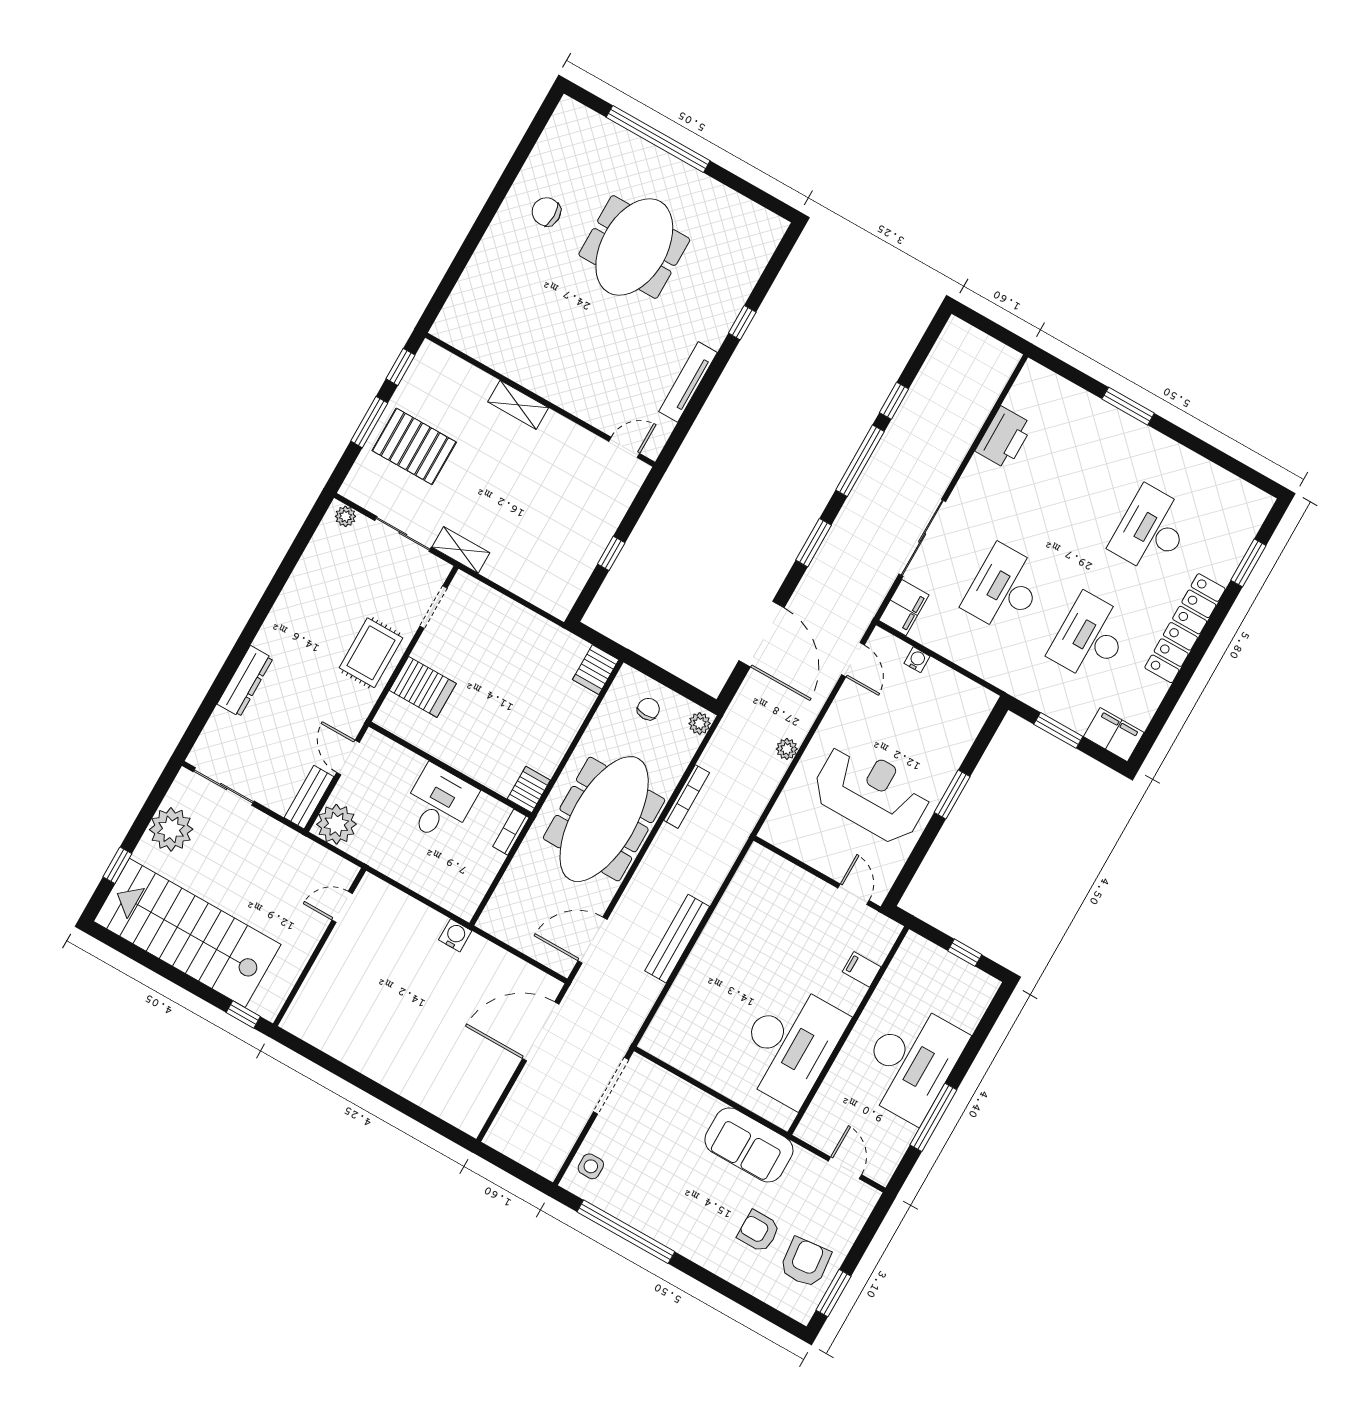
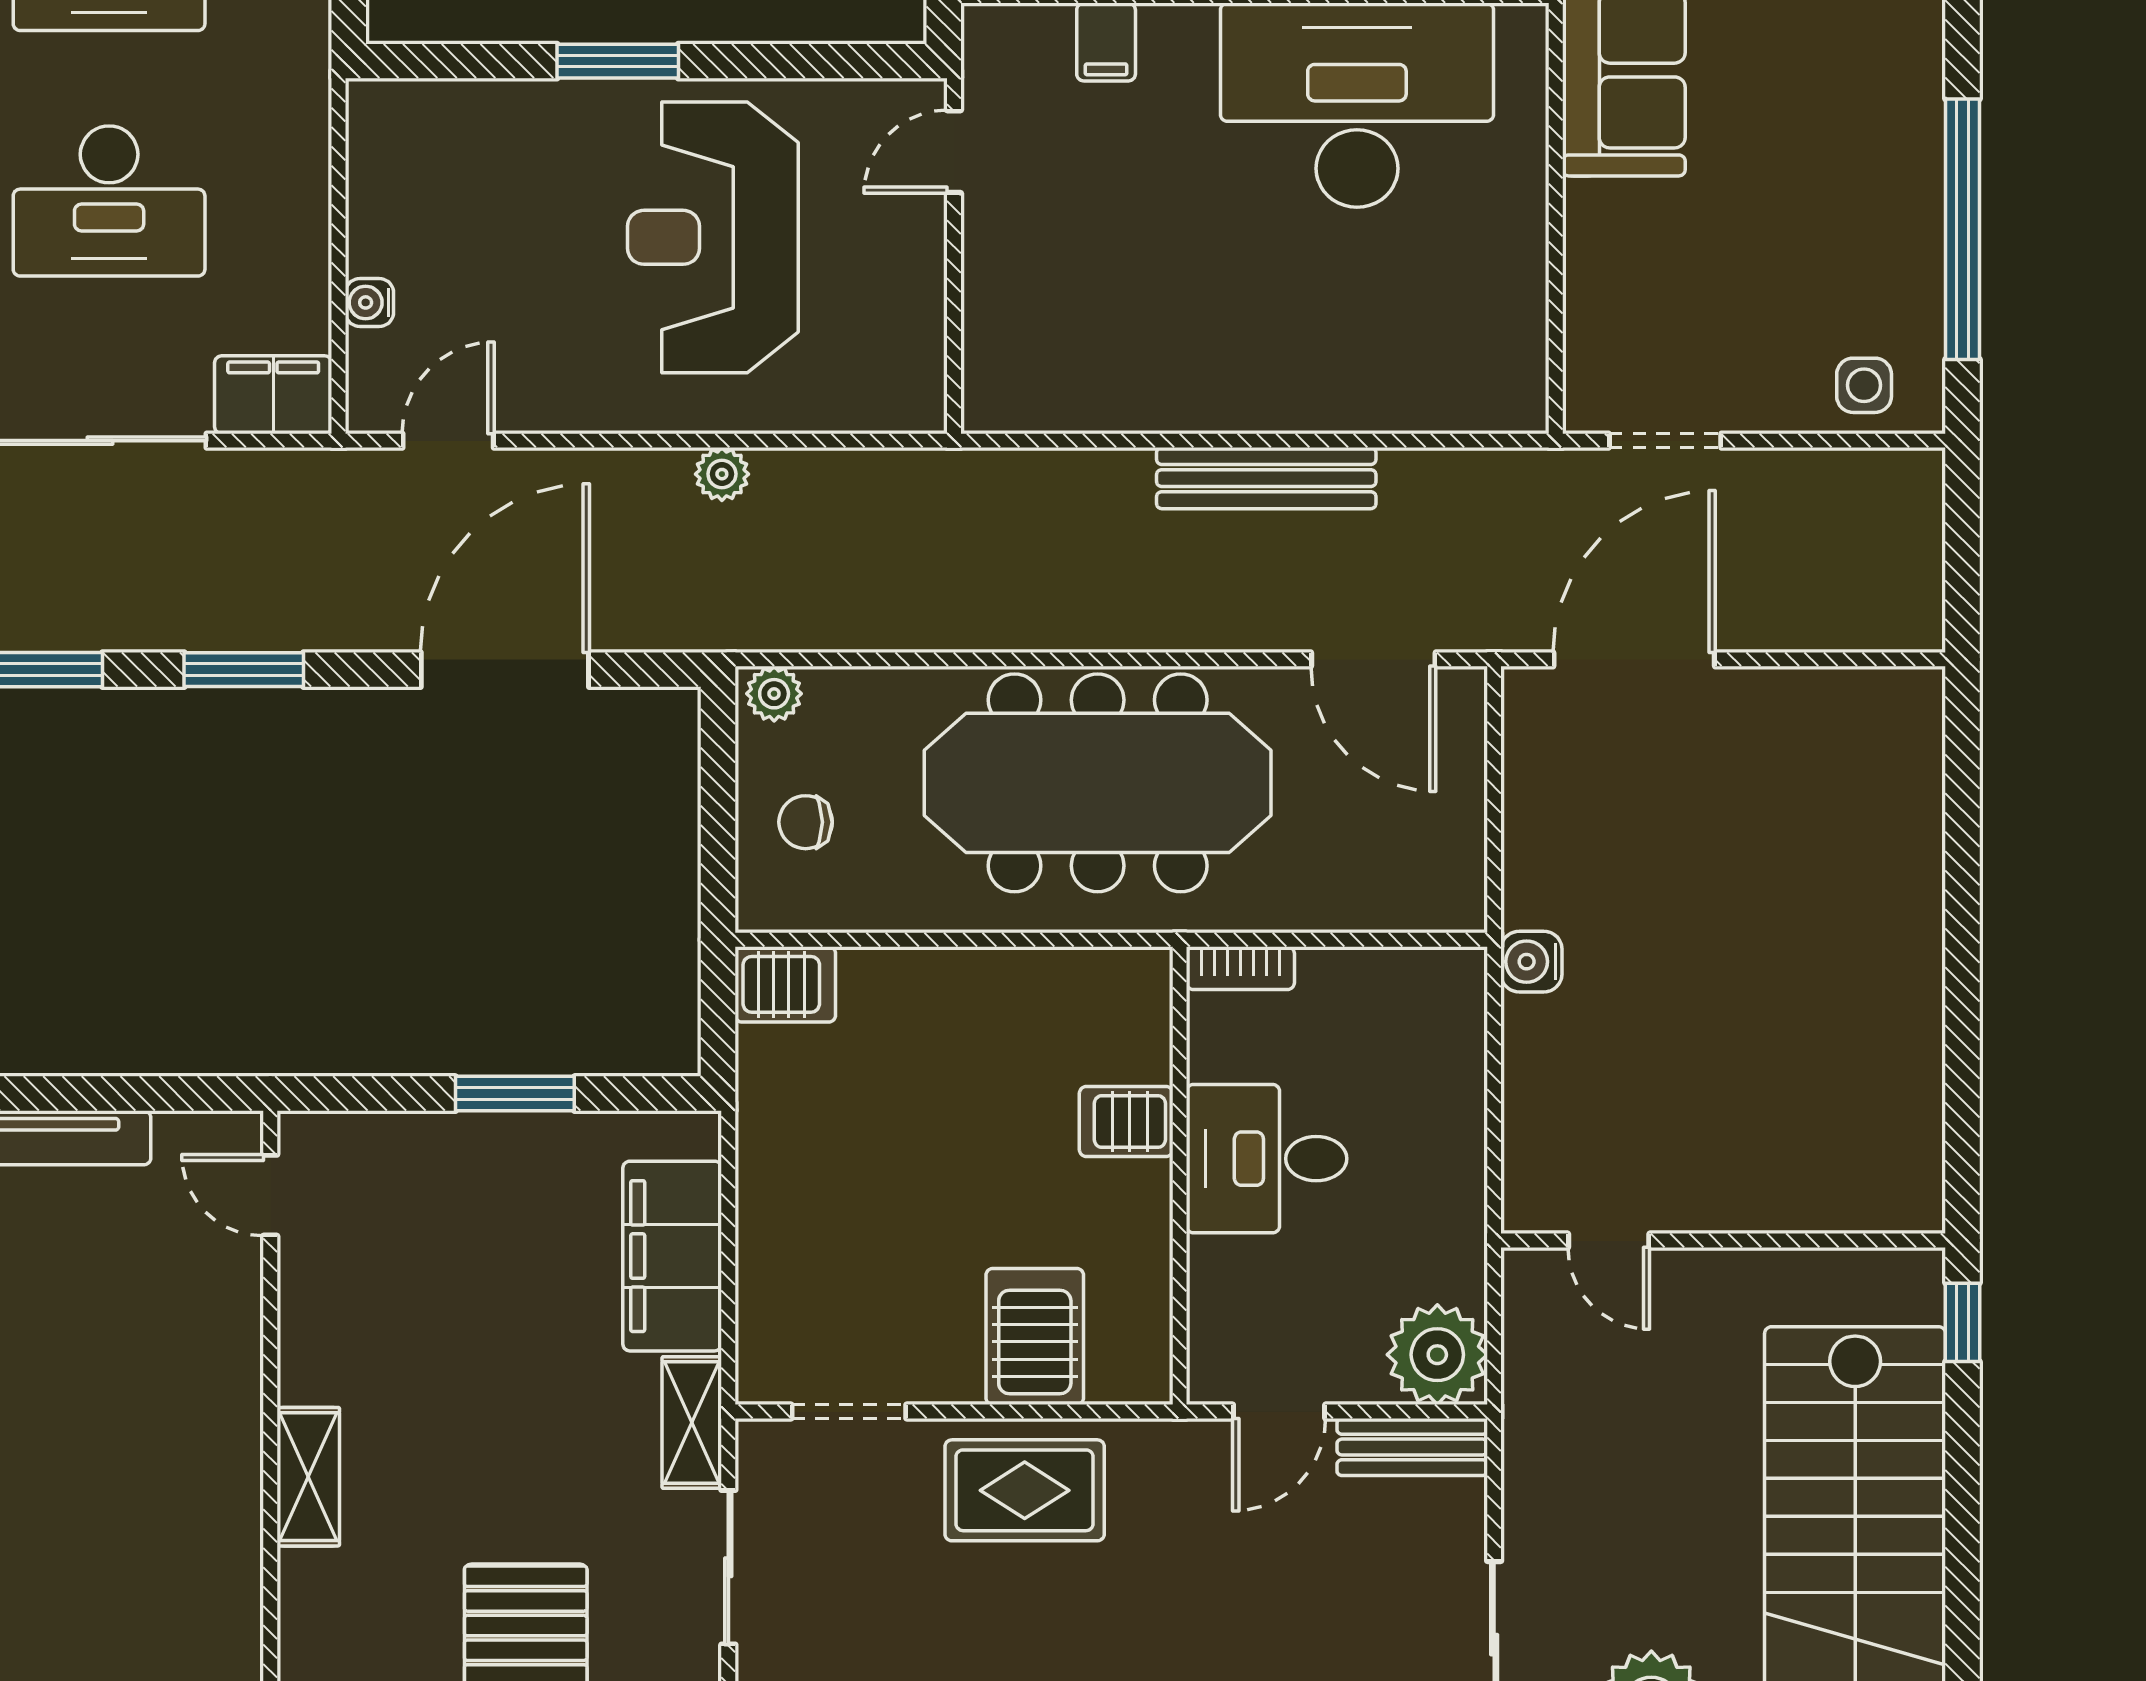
window: (611, 553) -> (515, 1094), width x1.50
filing cabinet: (523, 576) -> (672, 1256), added
server rack: (529, 789) -> (1126, 1122), moved
bookcase: (687, 797) -> (948, 632), removed
door: (541, 1031) -> (1634, 659), swing flipped
doorway: (611, 1086) -> (1665, 441), width x0.73

